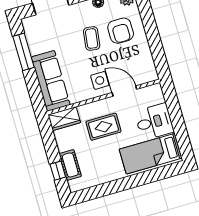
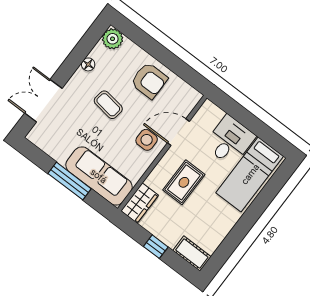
armchair: (121, 31) -> (149, 80), moved
window: (24, 52) -> (70, 181), moved
cot: (70, 165) -> (192, 254), moved
window: (58, 171) -> (156, 247), moved

